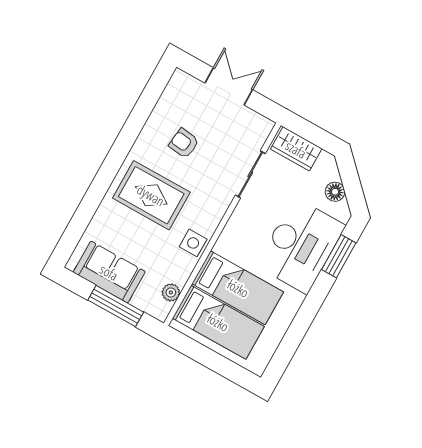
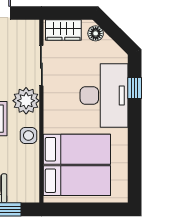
floor lamp: (335, 192) -> (96, 33), moved
window: (339, 256) -> (135, 88), width x0.67
plant: (171, 292) -> (26, 101), moved, width x1.88, depth x1.88

